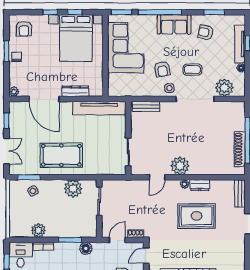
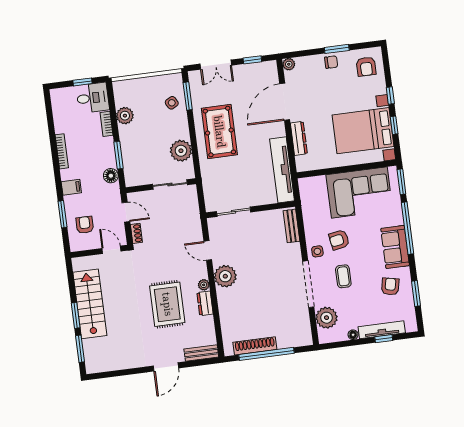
armchair: (24, 29) -> (366, 67), turned -90

